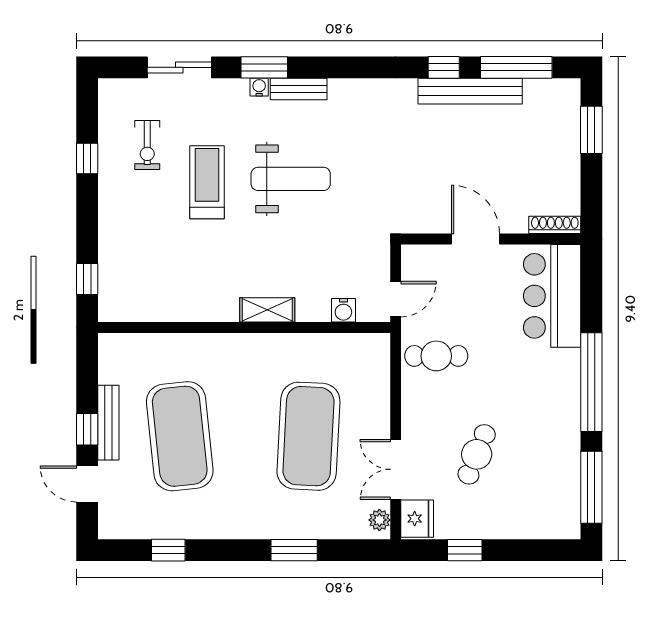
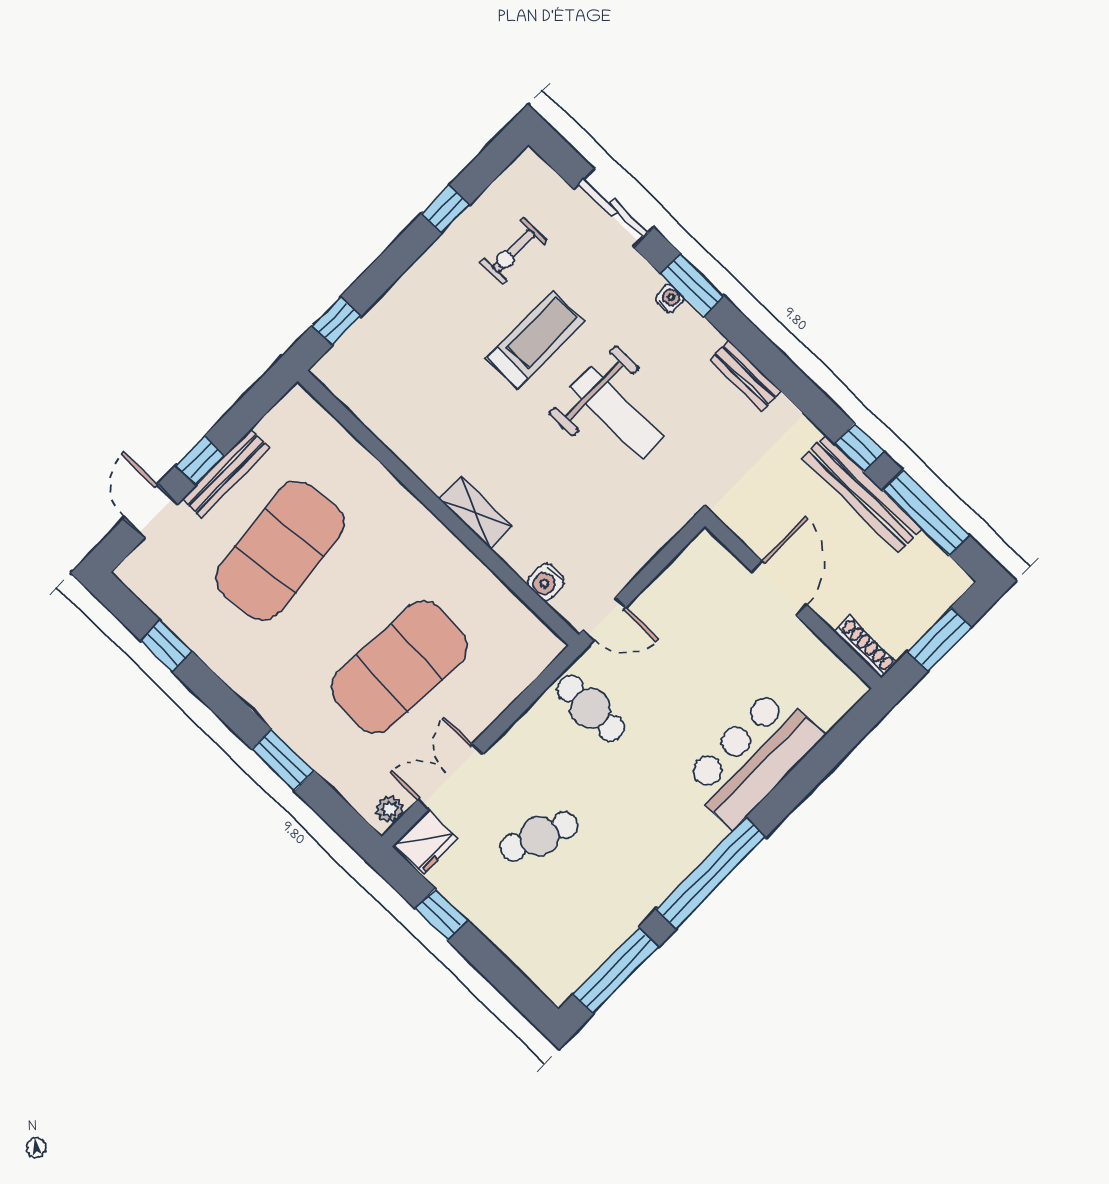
bench: (299, 89) -> (745, 376), moved
shoe rack: (555, 225) -> (866, 647), moved
door: (476, 239) -> (779, 588), moved
wall: (491, 239) -> (793, 602), moved

